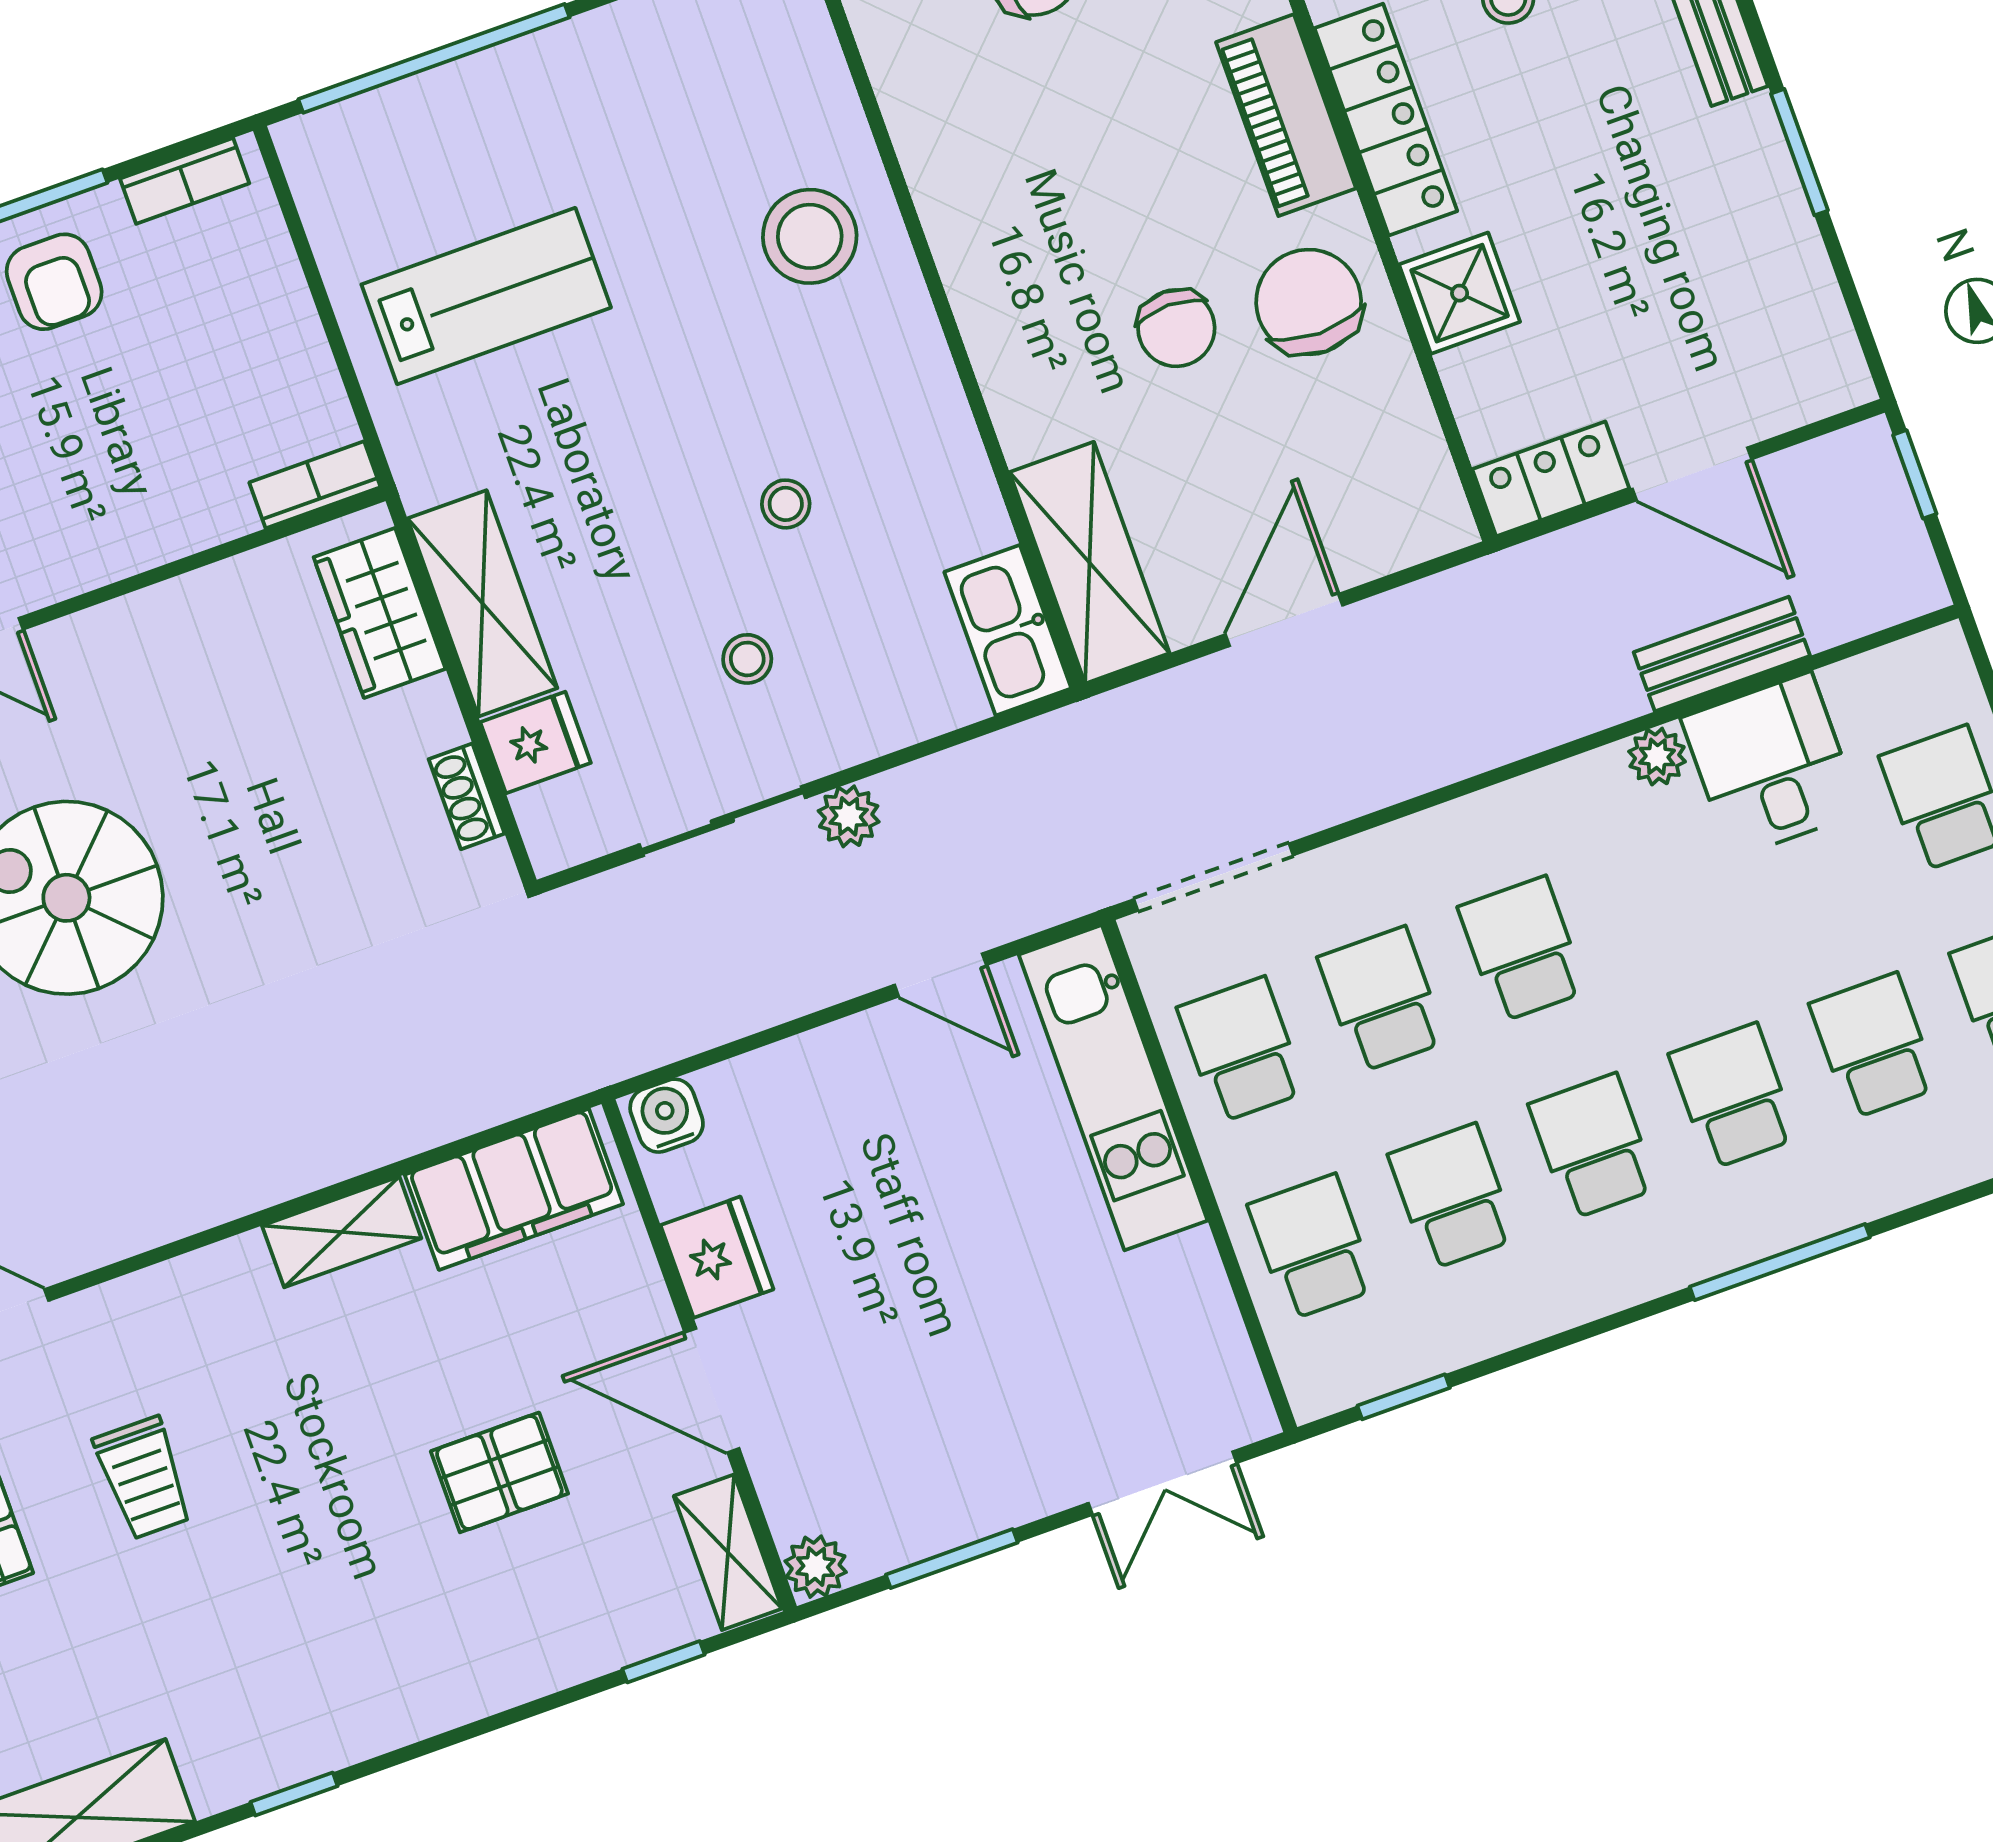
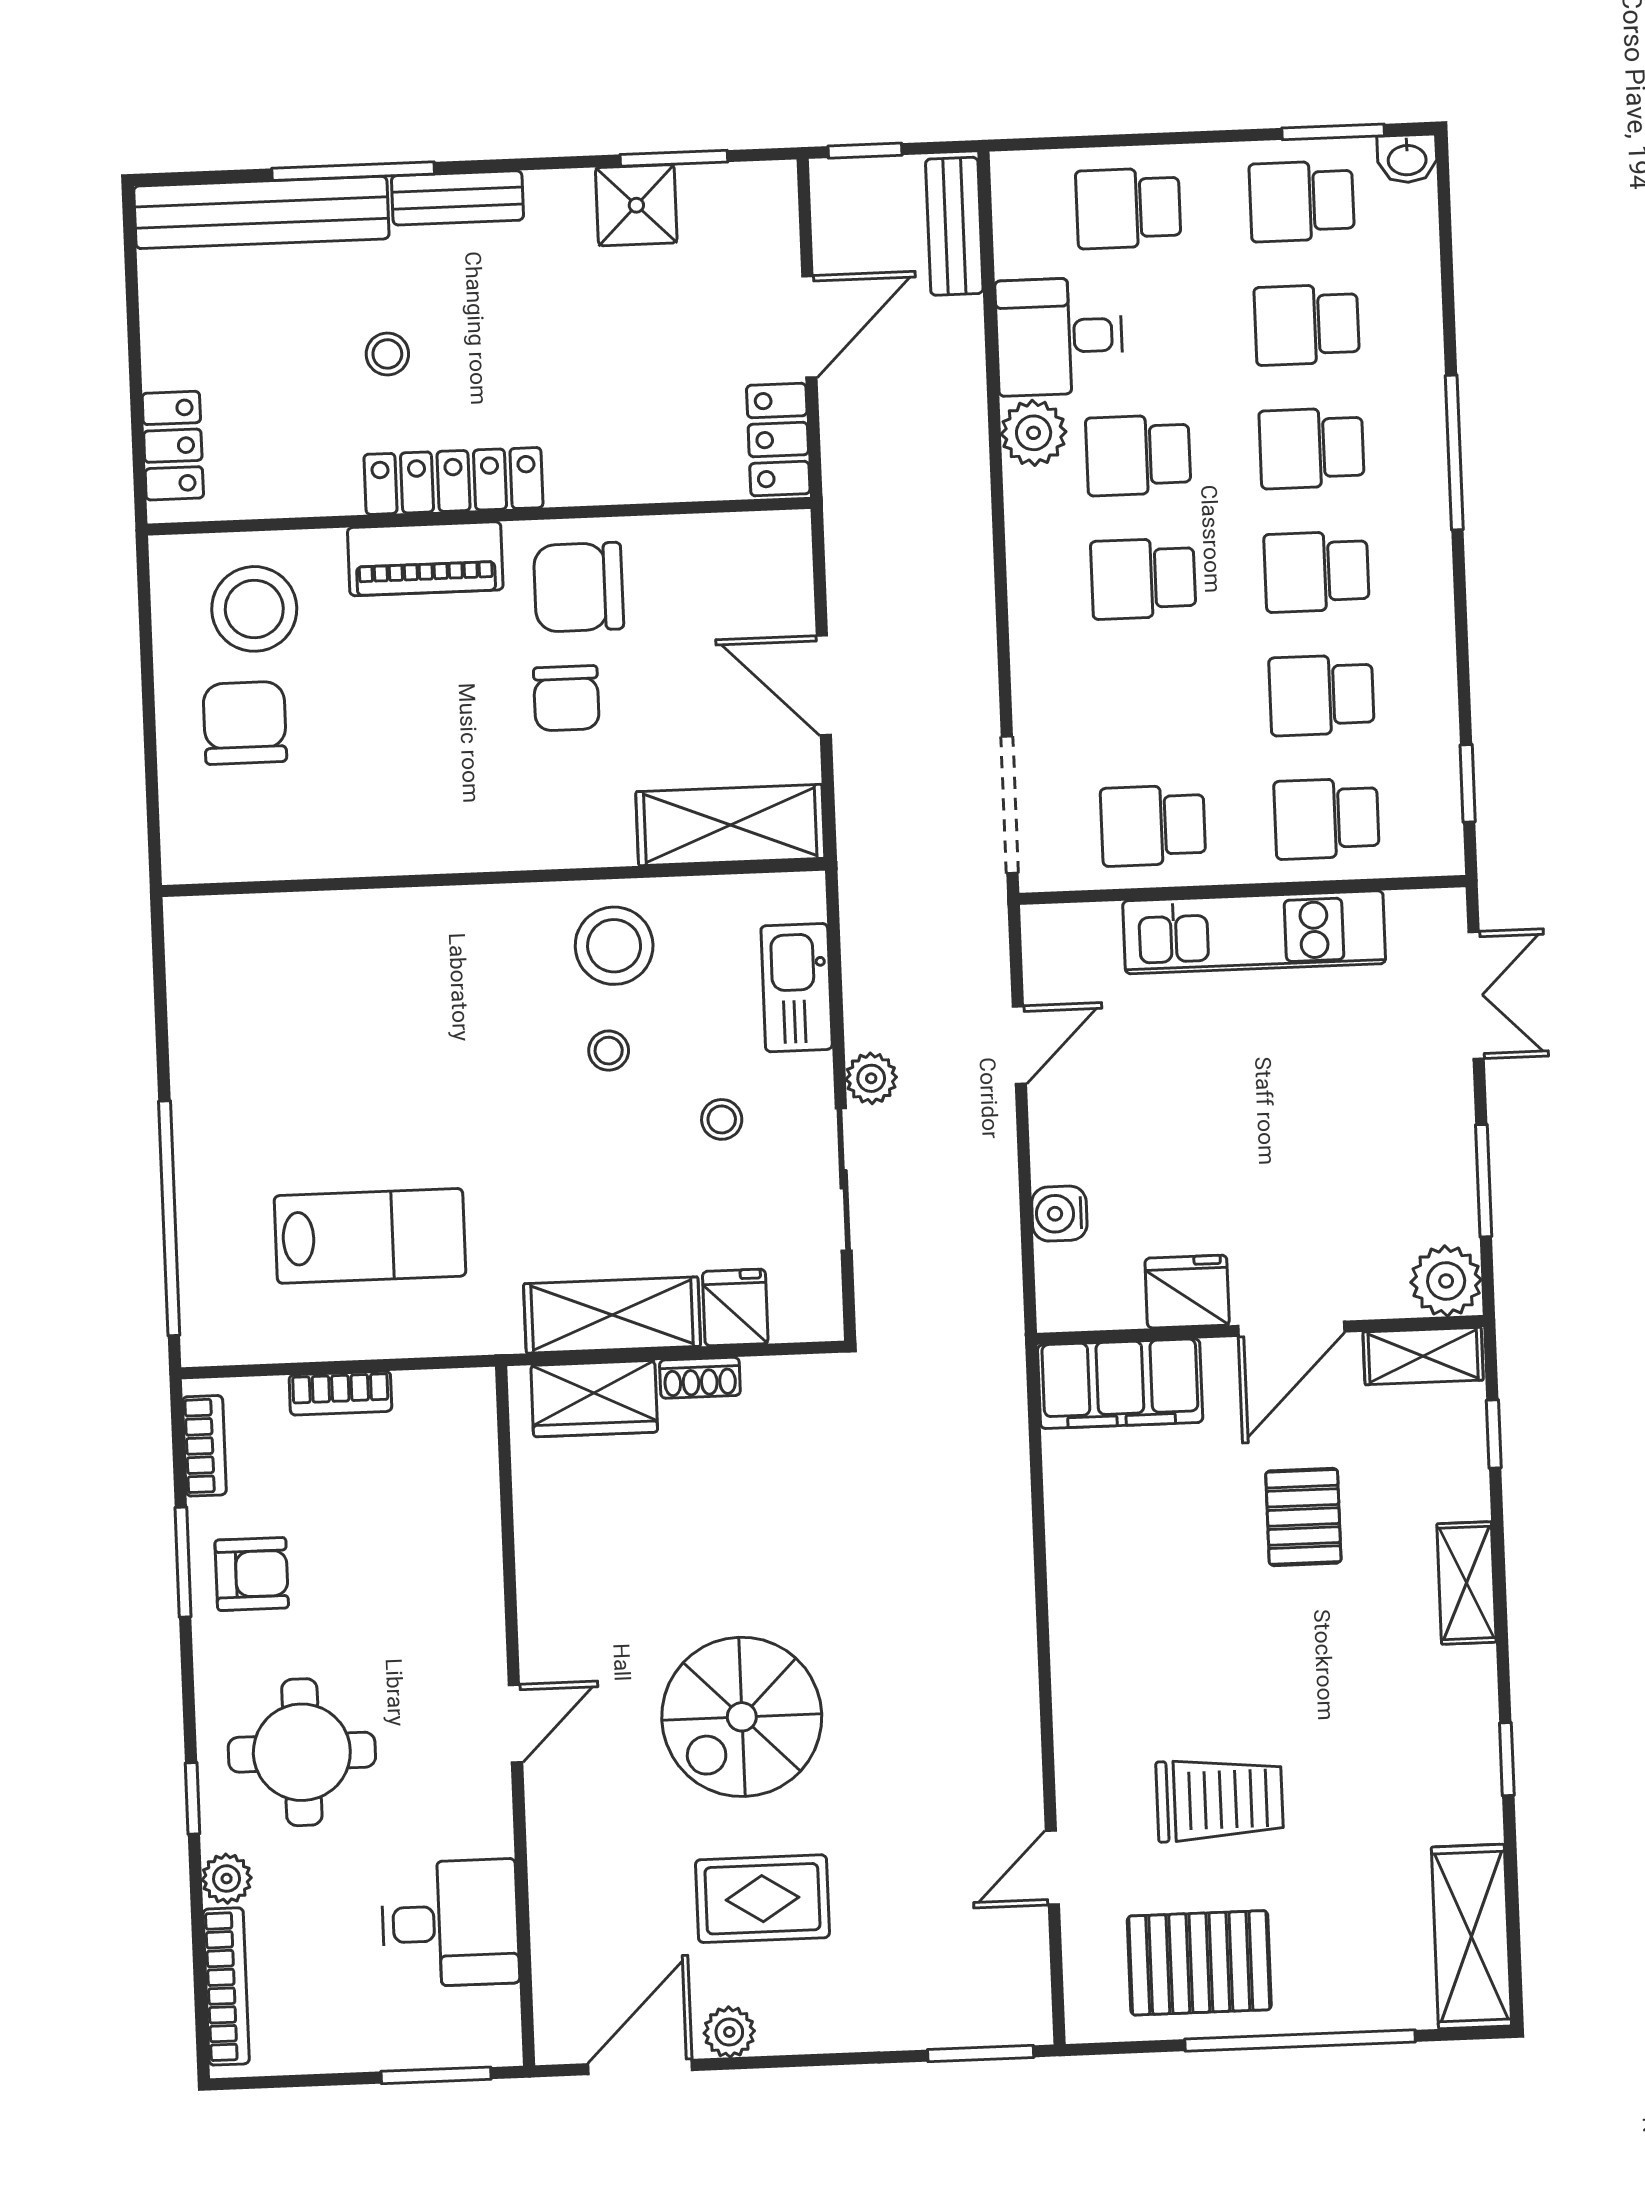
window: (1799, 152) -> (674, 158), moved
stool: (810, 236) -> (614, 946), moved
shower: (1460, 293) -> (636, 205), moved
lab bench: (486, 296) -> (370, 1236), turned 90
chair: (1176, 328) -> (566, 698), turned 90
bookcase: (315, 485) -> (340, 1393), moved, turned -90
kitchen sink: (1008, 630) -> (797, 988), moved, turned 90
bench: (1722, 654) -> (954, 226), moved
plant: (1657, 757) -> (1034, 433), width x1.38, depth x1.38
shoe rack: (467, 796) -> (700, 1378), moved
school desk: (1382, 999) -> (1138, 455), moved
kitchen unit: (1113, 1088) -> (1254, 932), moved
water cooler: (667, 1116) -> (1059, 1214), moved
filing cabinet: (514, 1189) -> (1120, 1384), moved, turned 90
shelving: (342, 1232) -> (1466, 1583), moved
trolley: (143, 1478) -> (1220, 1800), width x1.36, depth x1.39
plant: (816, 1567) -> (1446, 1281), width x1.38, depth x1.38

